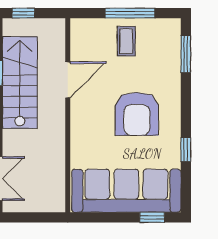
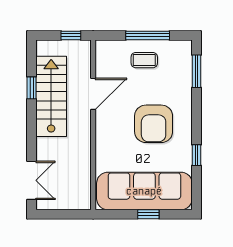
window: (23, 13) -> (71, 35), moved
coffee table: (126, 41) -> (144, 60), turned 90
window: (152, 217) -> (148, 214), moved

